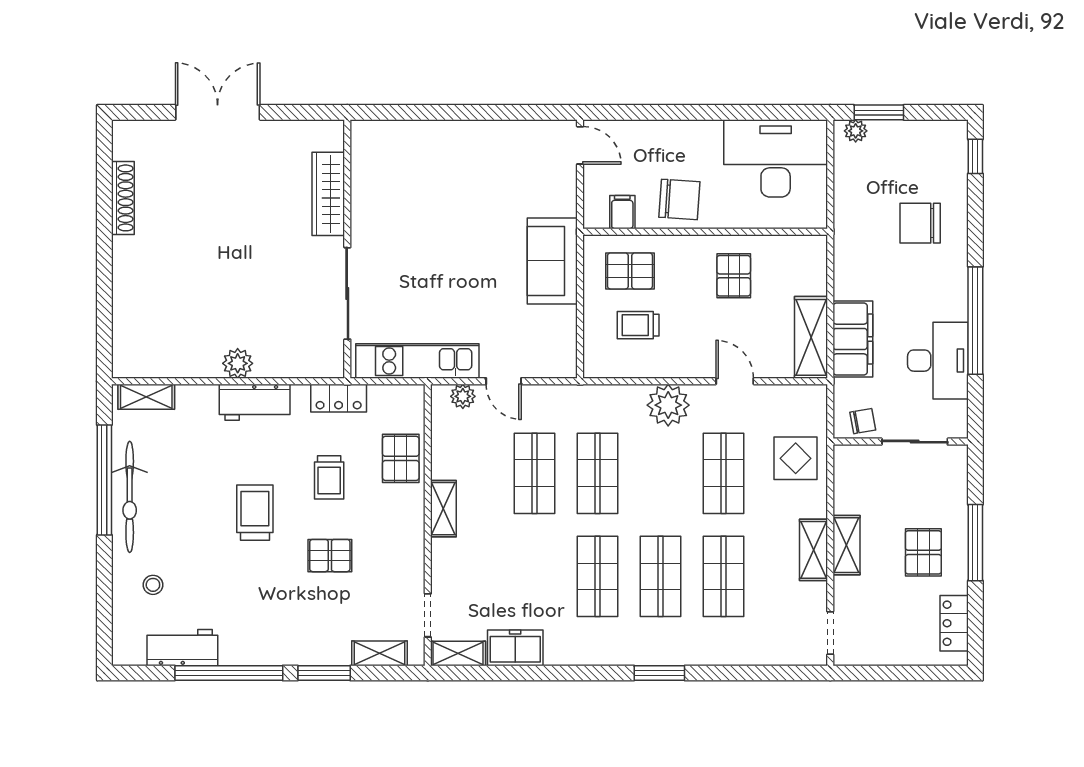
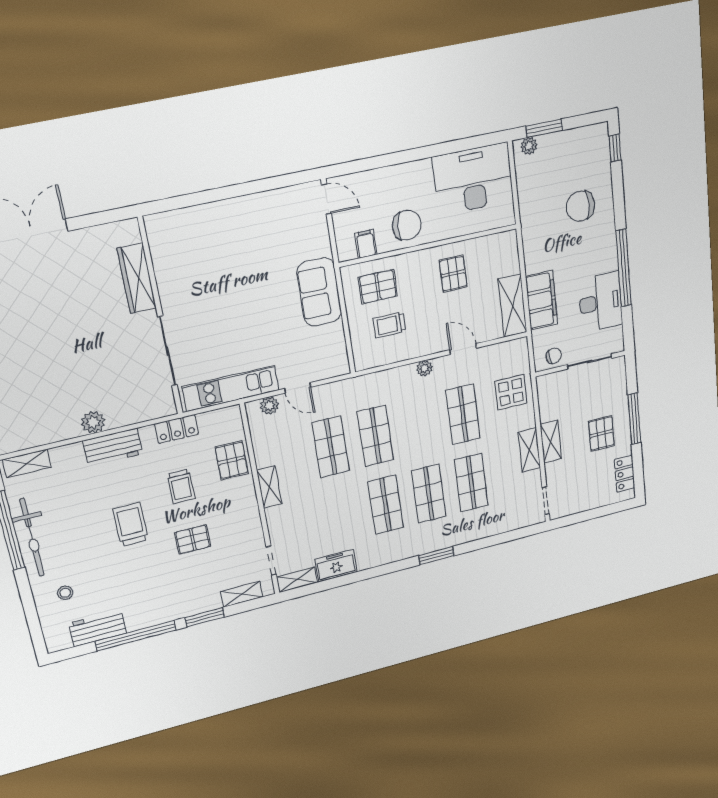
plant: (668, 405) -> (424, 368), width x0.53, depth x0.53

